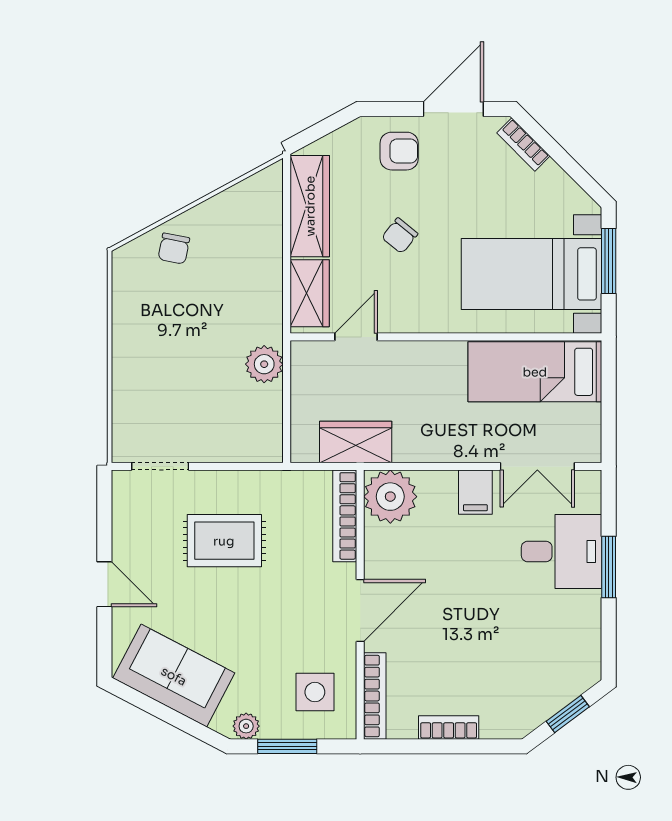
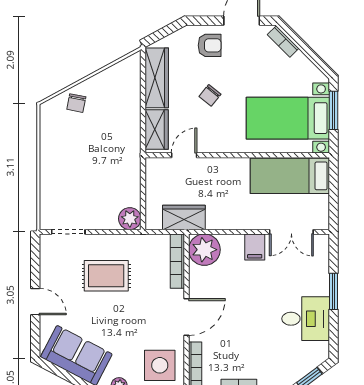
plant: (264, 364) -> (130, 219), moved
desk: (562, 551) -> (306, 319), moved
side table: (315, 692) -> (160, 365), width x1.37, depth x1.37

